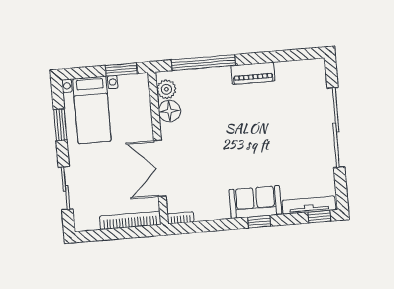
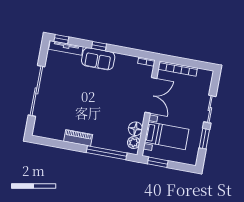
bed with nightstands: (92, 110) -> (167, 136), moved, turned 90
sliding door: (66, 188) -> (210, 109), moved

